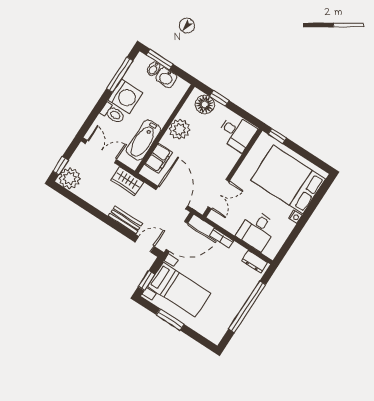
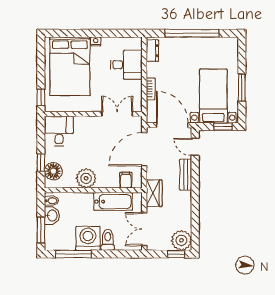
bidet: (153, 69) -> (51, 201), moved
filing cabinet: (159, 158) -> (126, 180), width x0.50

